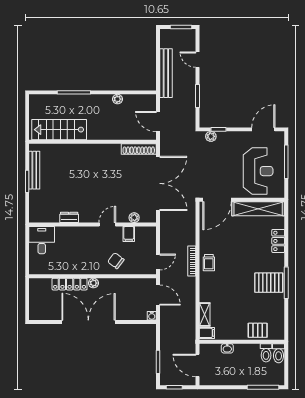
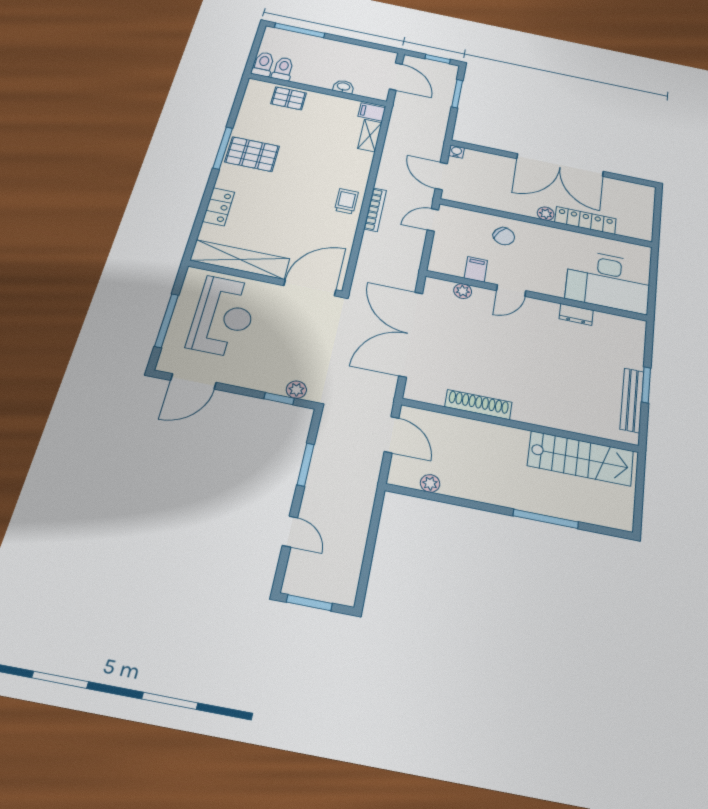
bench: (166, 73) -> (359, 519), removed
plant: (117, 99) -> (430, 483), moved
shoe rack: (139, 149) -> (478, 405), moved
reception desk: (258, 171) -> (223, 316), turned 180
desk: (42, 240) -> (608, 281), width x1.87, depth x1.30

